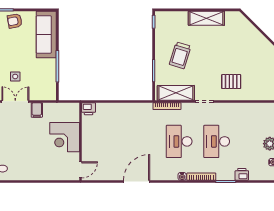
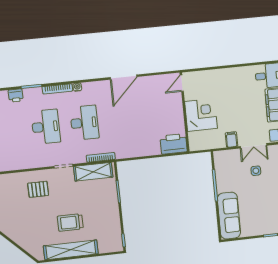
shelving: (206, 18) -> (71, 250), width x1.47
armchair: (15, 21) -> (261, 225), removed
trolley: (180, 55) -> (70, 222), moved, turned -107
printer: (89, 109) -> (174, 144), width x1.87, depth x1.48

